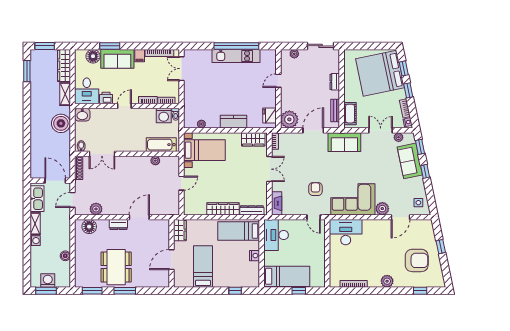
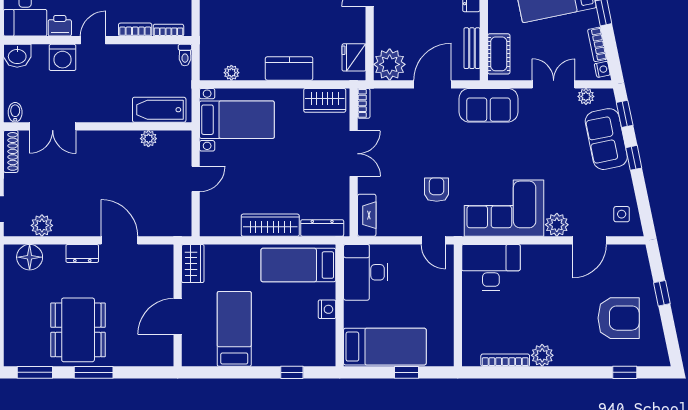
washing machine: (164, 116) -> (62, 57), moved
door: (139, 217) -> (120, 240), hinge flipped
plant: (387, 281) -> (542, 355), moved

